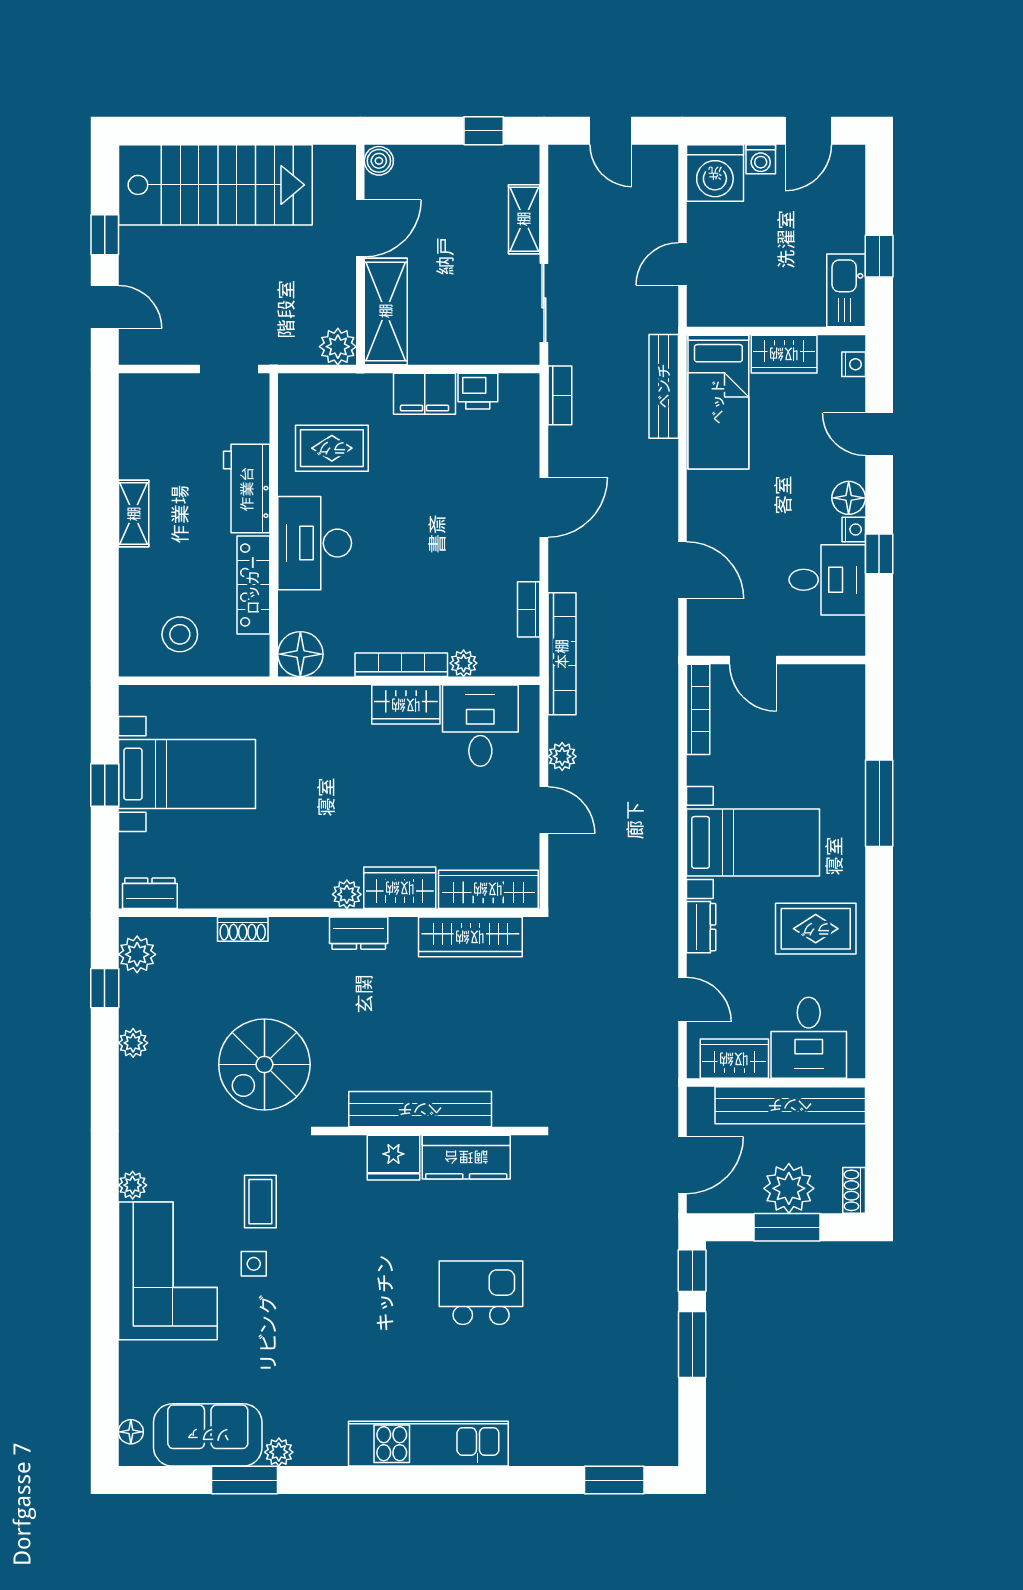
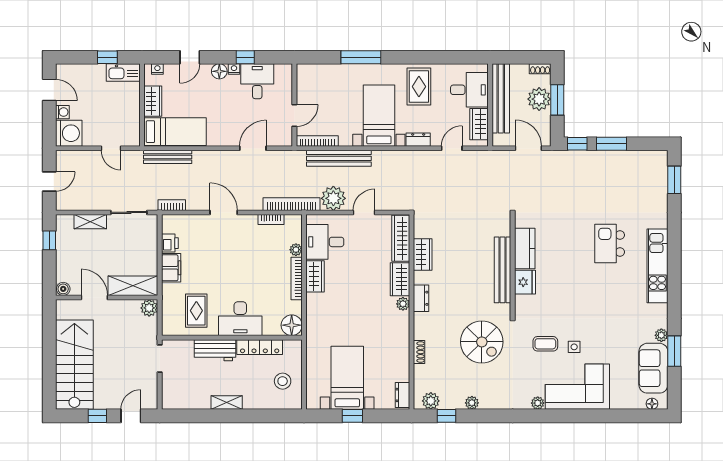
plant: (562, 756) -> (333, 198), width x1.87, depth x1.87
bench: (661, 756) -> (339, 158), added
wardrobe: (470, 937) -> (423, 255), width x0.67
kitchen island: (481, 1293) -> (610, 244), moved

